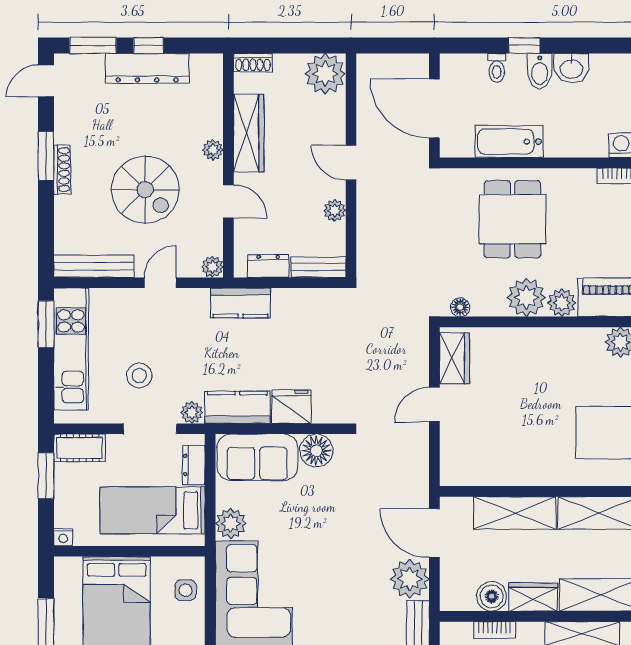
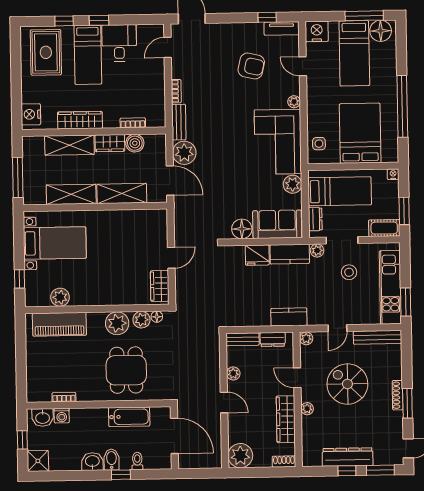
plant: (562, 303) -> (141, 320), moved

